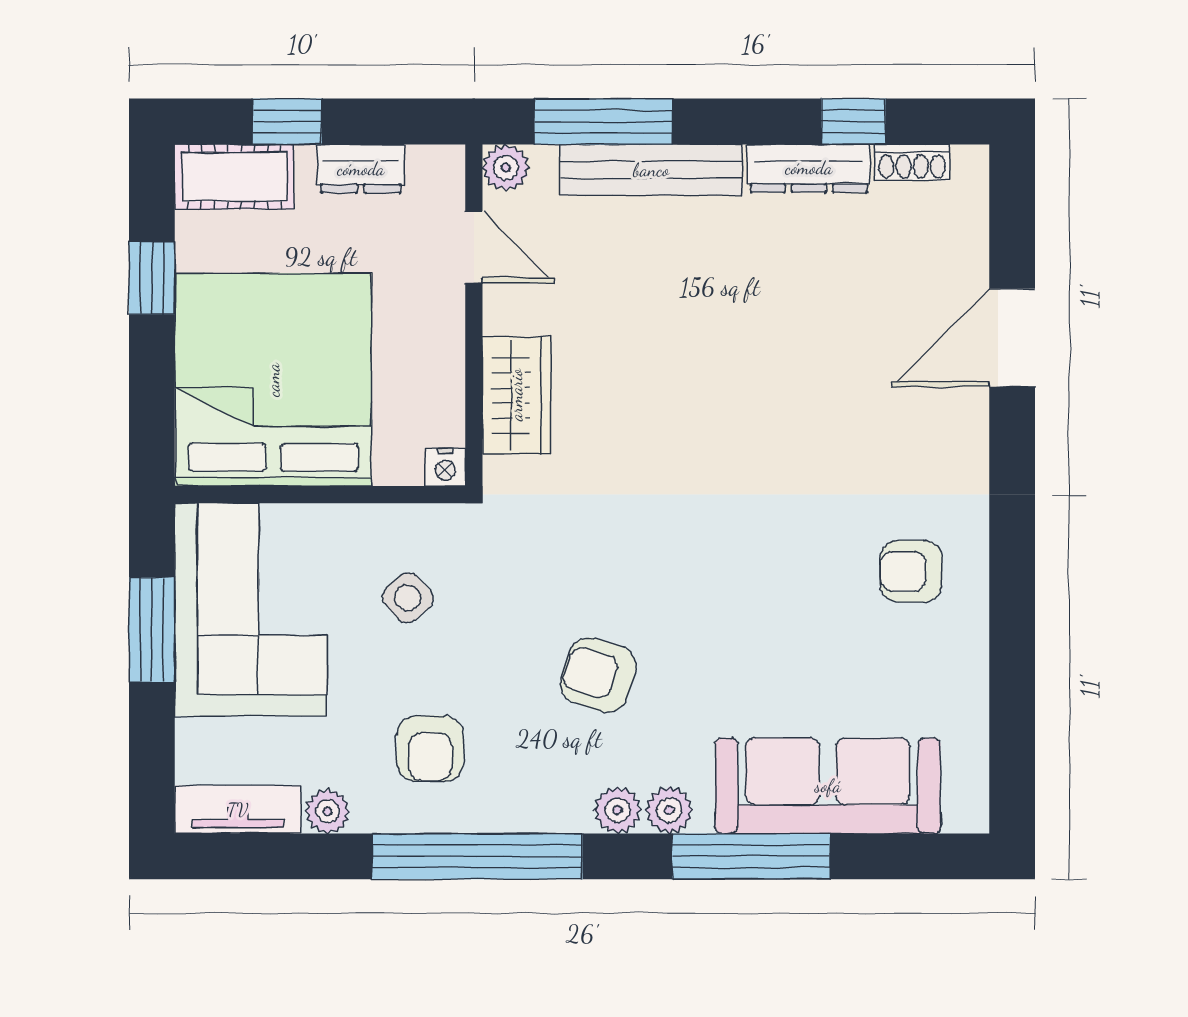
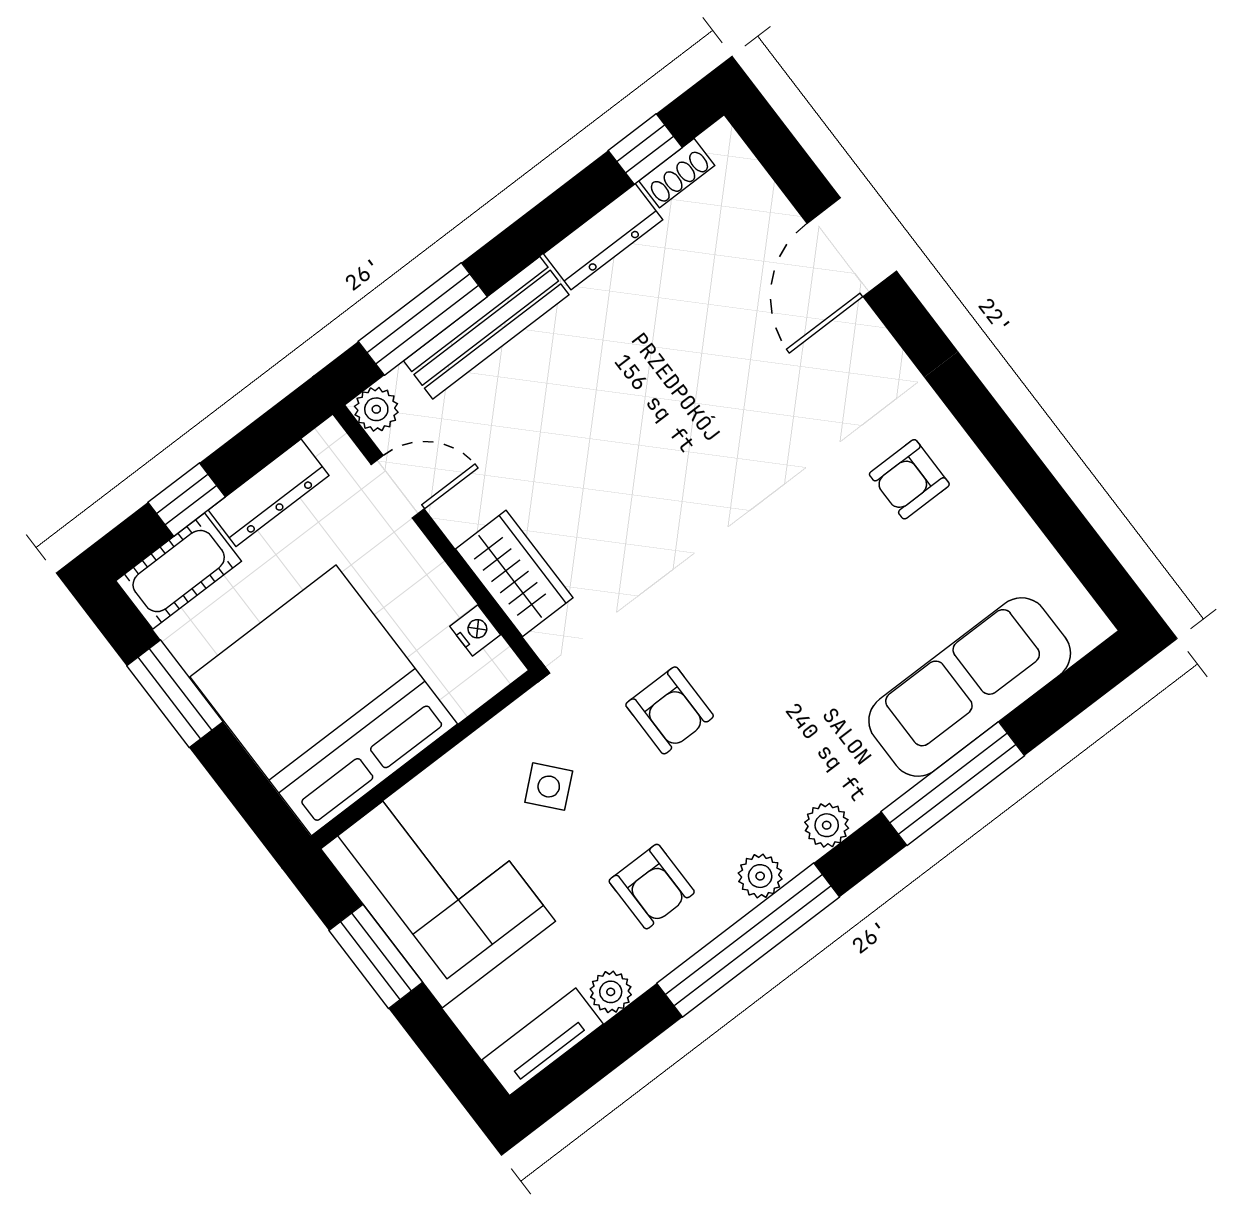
window: (853, 121) -> (645, 149), moved
dresser: (361, 169) -> (269, 493), width x1.44
window: (152, 278) -> (175, 694), width x1.50
nightstand: (445, 467) -> (475, 630), moved, turned -90
armchair: (598, 675) -> (670, 710), moved, turned -108
plant: (669, 810) -> (760, 876), moved

